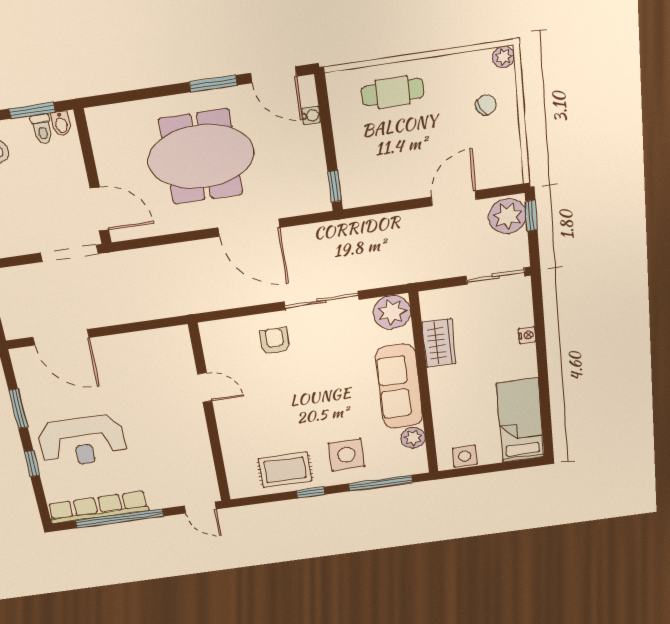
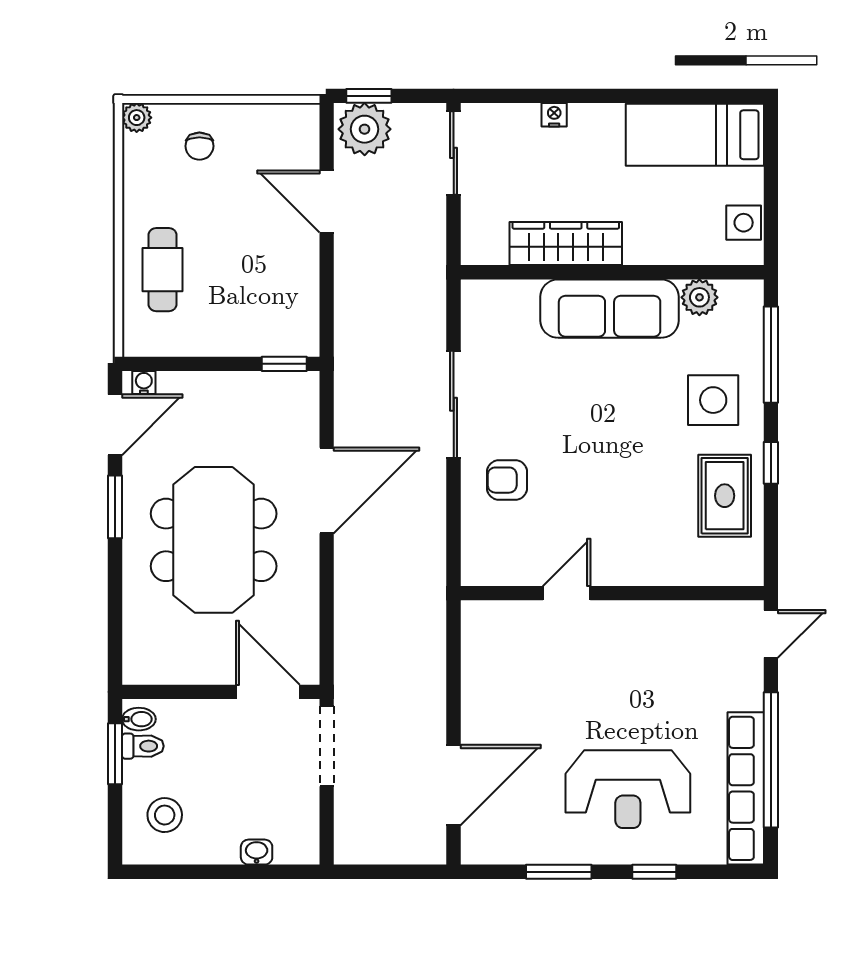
chair: (486, 105) -> (199, 146), turned -152
water cooler: (311, 115) -> (144, 383), moved
door: (99, 209) -> (268, 692), hinge flipped
plant: (392, 312) -> (487, 306), removed
wardrobe: (439, 343) -> (566, 243), width x1.50
reception desk: (82, 441) -> (628, 789), turned 90

